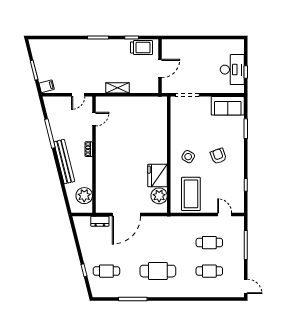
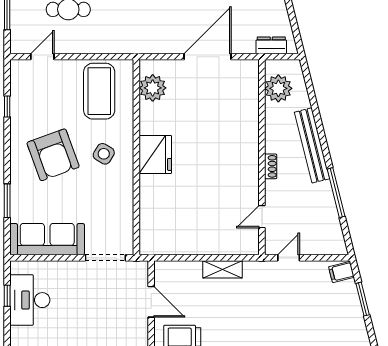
door: (160, 68) -> (151, 302), swing flipped
sofa: (228, 106) -> (47, 239), width x1.36
armchair: (218, 156) -> (53, 155), width x1.88, depth x1.88
fridge: (157, 176) -> (155, 154), moved
door: (225, 214) -> (42, 57), swing flipped
dresser: (100, 221) -> (271, 45), moved

